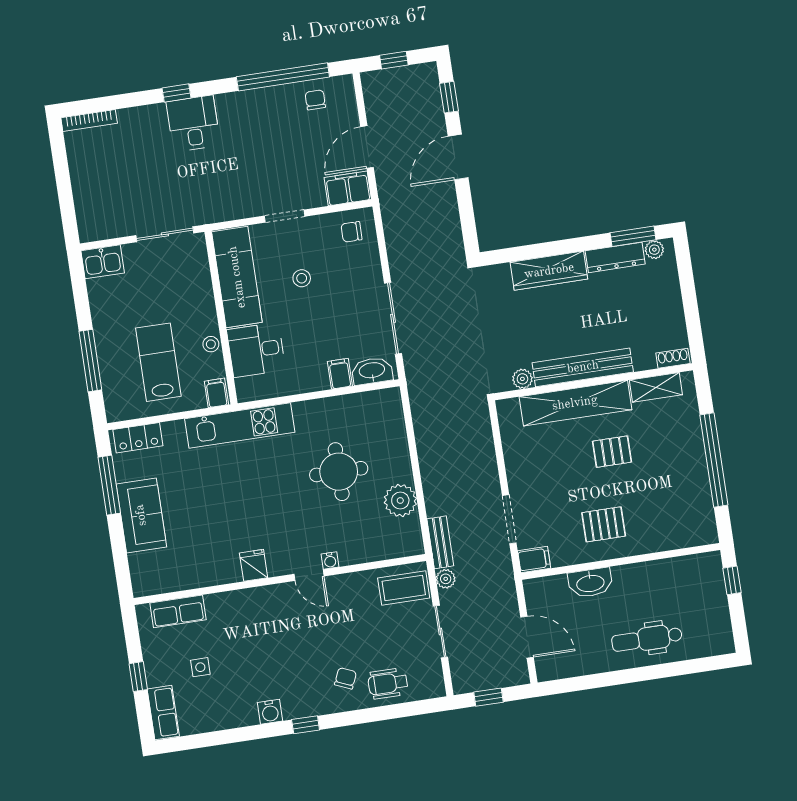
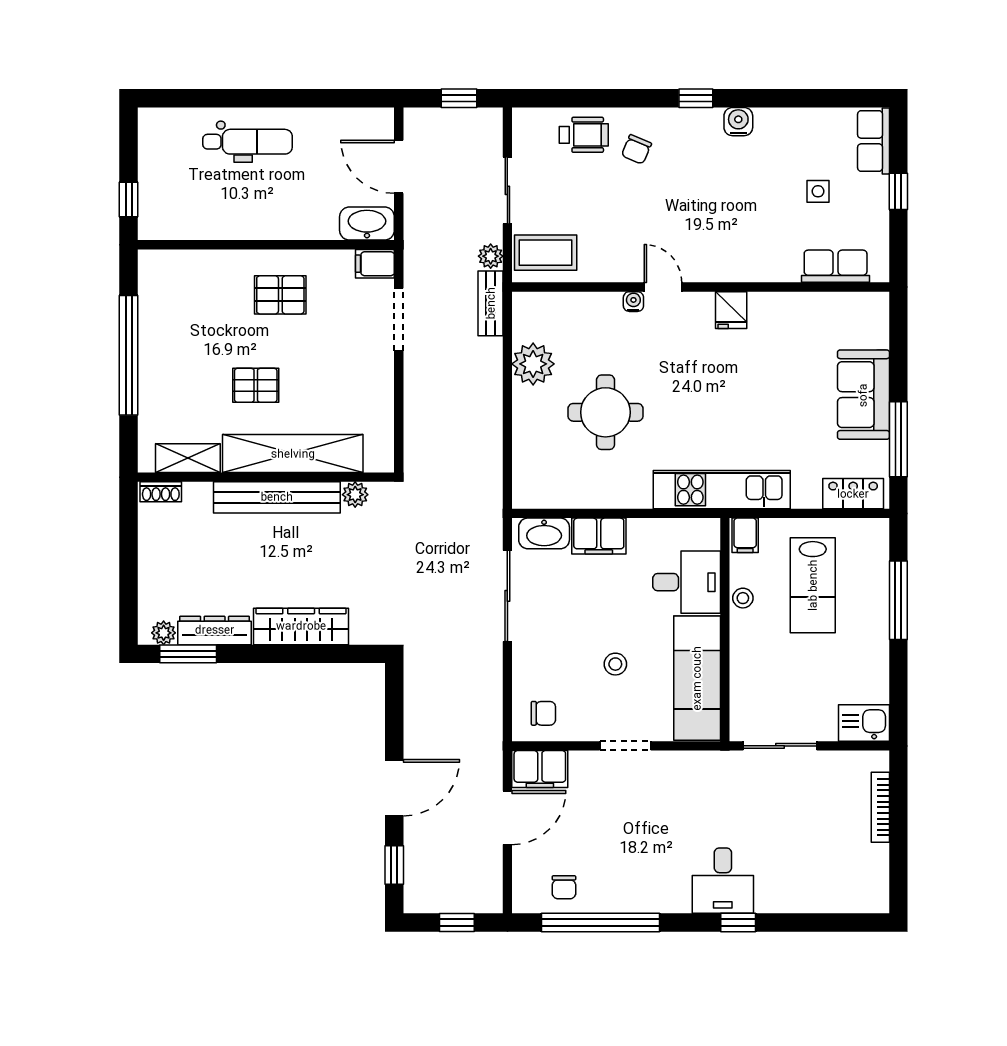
bookcase: (89, 120) -> (880, 807), moved, turned -90
filing cabinet: (340, 374) -> (599, 536), width x2.00
washbasin: (590, 583) -> (367, 224), moved

